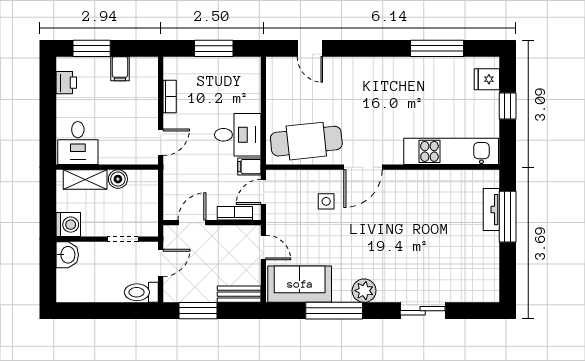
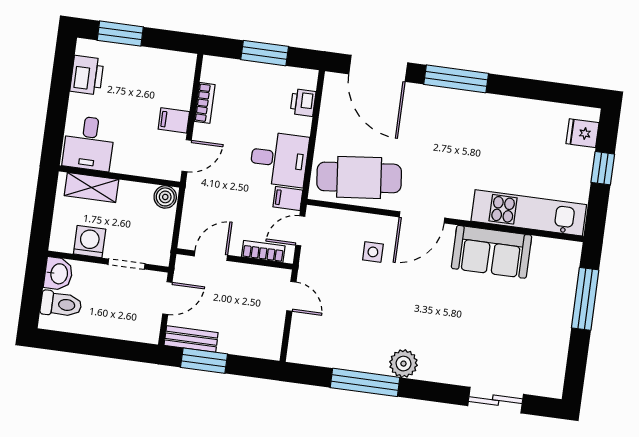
door: (310, 48) -> (378, 68), width x1.88
window: (437, 48) -> (456, 79), moved
filing cabinet: (120, 69) -> (174, 120), moved, turned 90
printer: (66, 83) -> (87, 75), width x1.36, depth x1.24
printer: (251, 85) -> (303, 102), added
boiler: (118, 179) -> (165, 197), moved
tv unit: (491, 210) -> (567, 288), removed
washing machine: (68, 225) -> (90, 242), moved, turned -90
sofa: (300, 284) -> (491, 252), moved, turned 180
toilet: (141, 292) -> (61, 304), moved, turned 180
bench: (239, 294) -> (191, 339), moved
sliding door: (423, 311) -> (496, 400), moved

